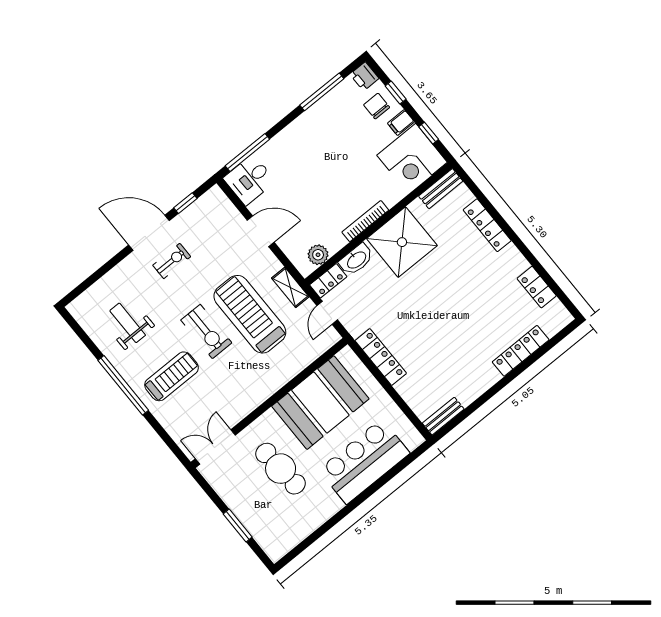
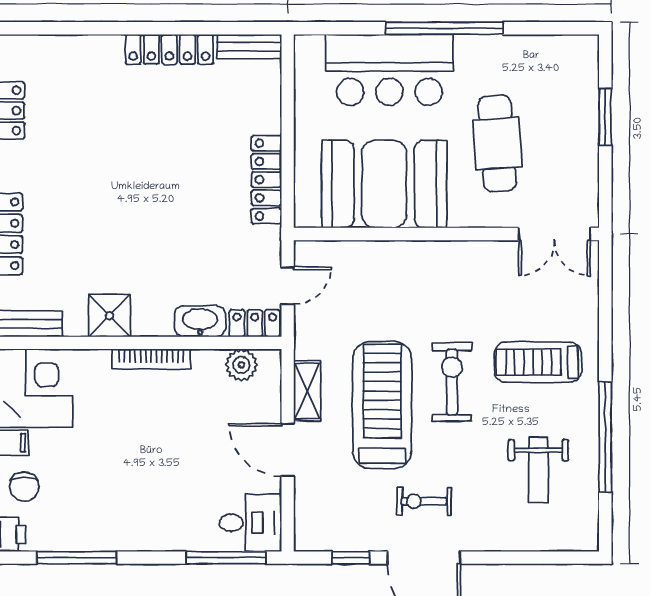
shower: (402, 242) -> (109, 316), width x0.54, depth x0.54
shelving: (290, 287) -> (307, 391), moved
treadmill: (250, 314) -> (382, 405), moved, turned 180
locker: (521, 351) -> (169, 49), moved
window: (123, 385) -> (605, 437), moved
window: (354, 504) -> (444, 28), added

